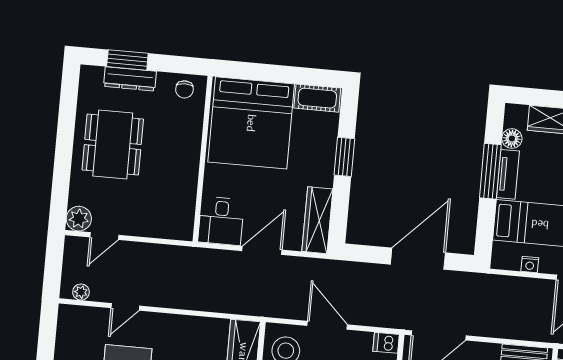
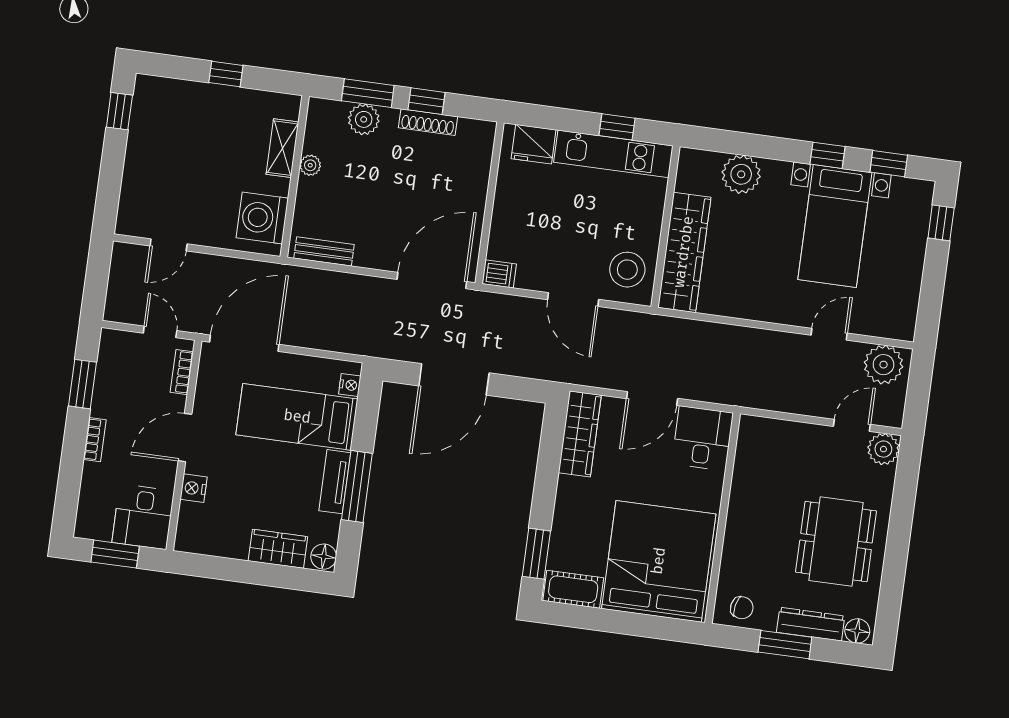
window: (127, 60) -> (785, 645), moved
floor lamp: (93, 75) -> (857, 631), added
chair: (184, 89) -> (742, 608), turned 102
floor lamp: (512, 139) -> (324, 557), moved
window: (344, 157) -> (536, 554), moved
nightstand: (530, 264) -> (350, 385), moved, turned 90
plant: (81, 292) -> (884, 365), width x1.87, depth x1.87

